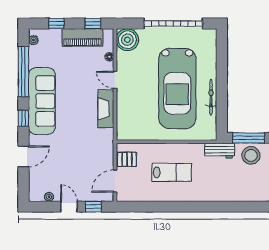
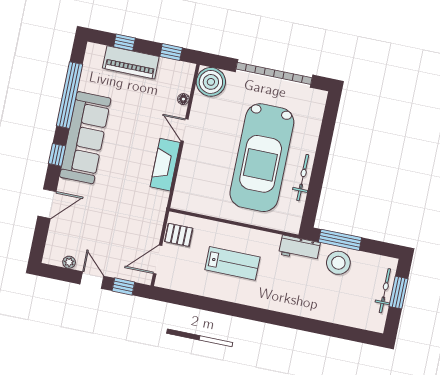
piano: (82, 37) -> (131, 62), moved
plant: (33, 40) -> (91, 58), removed

